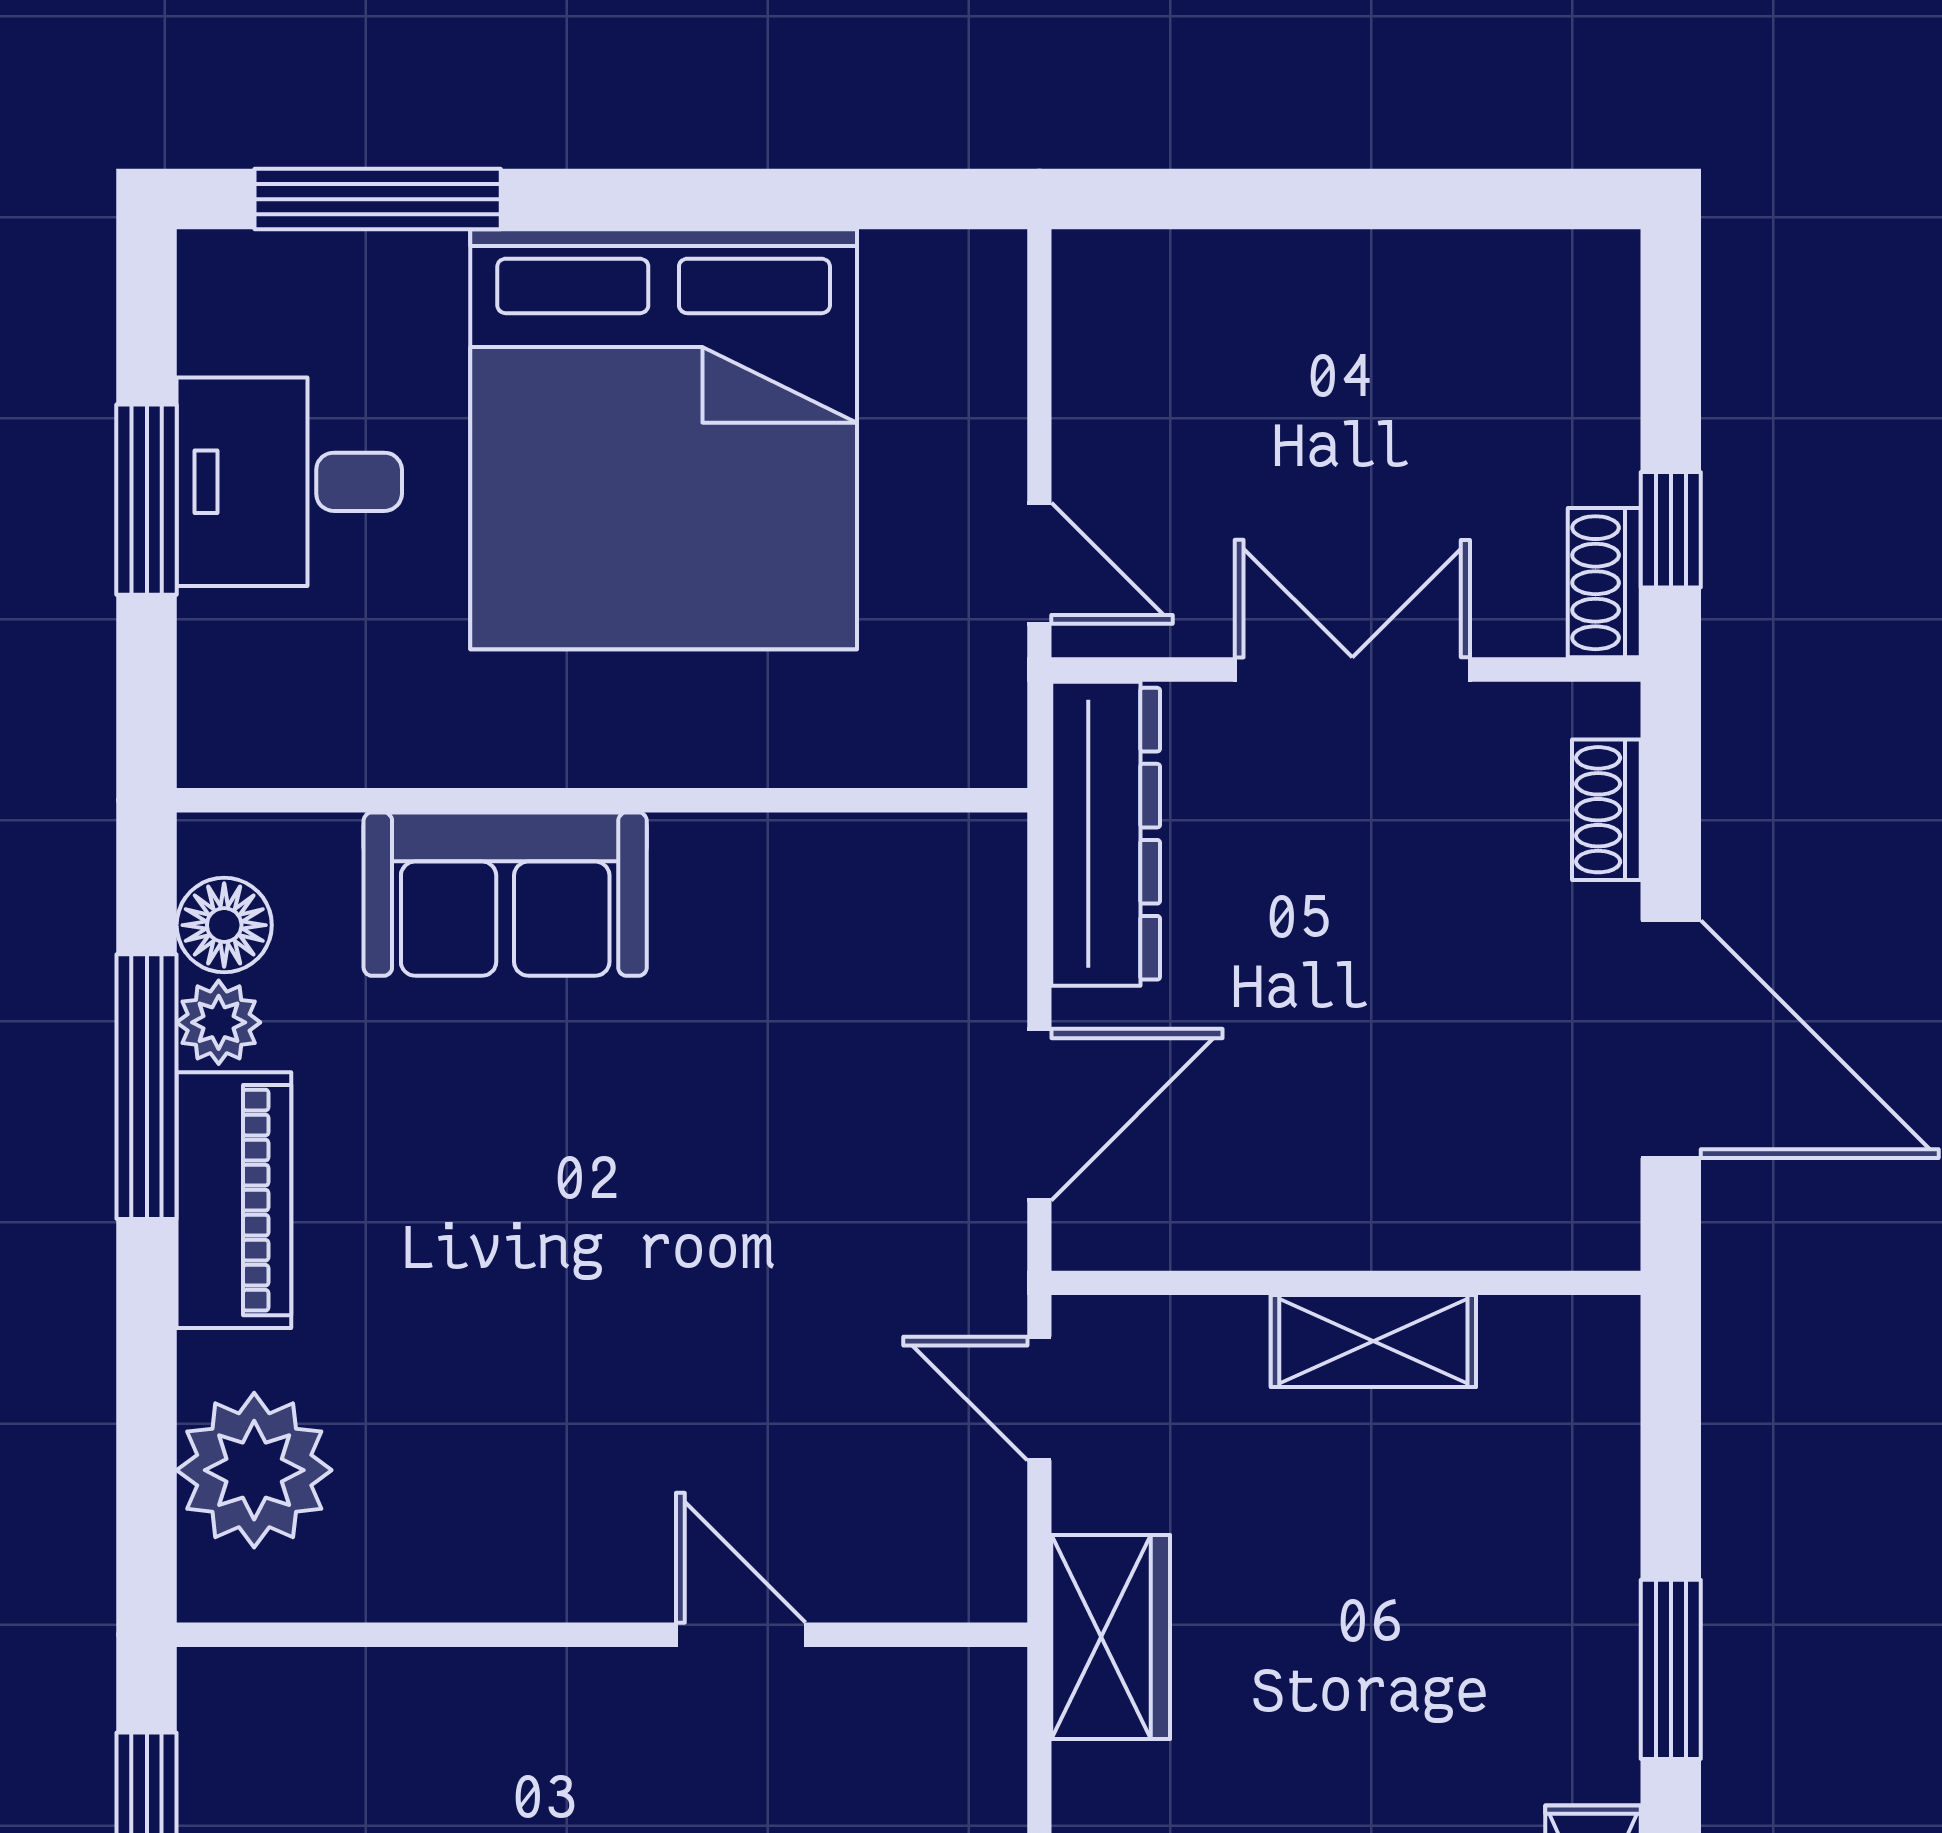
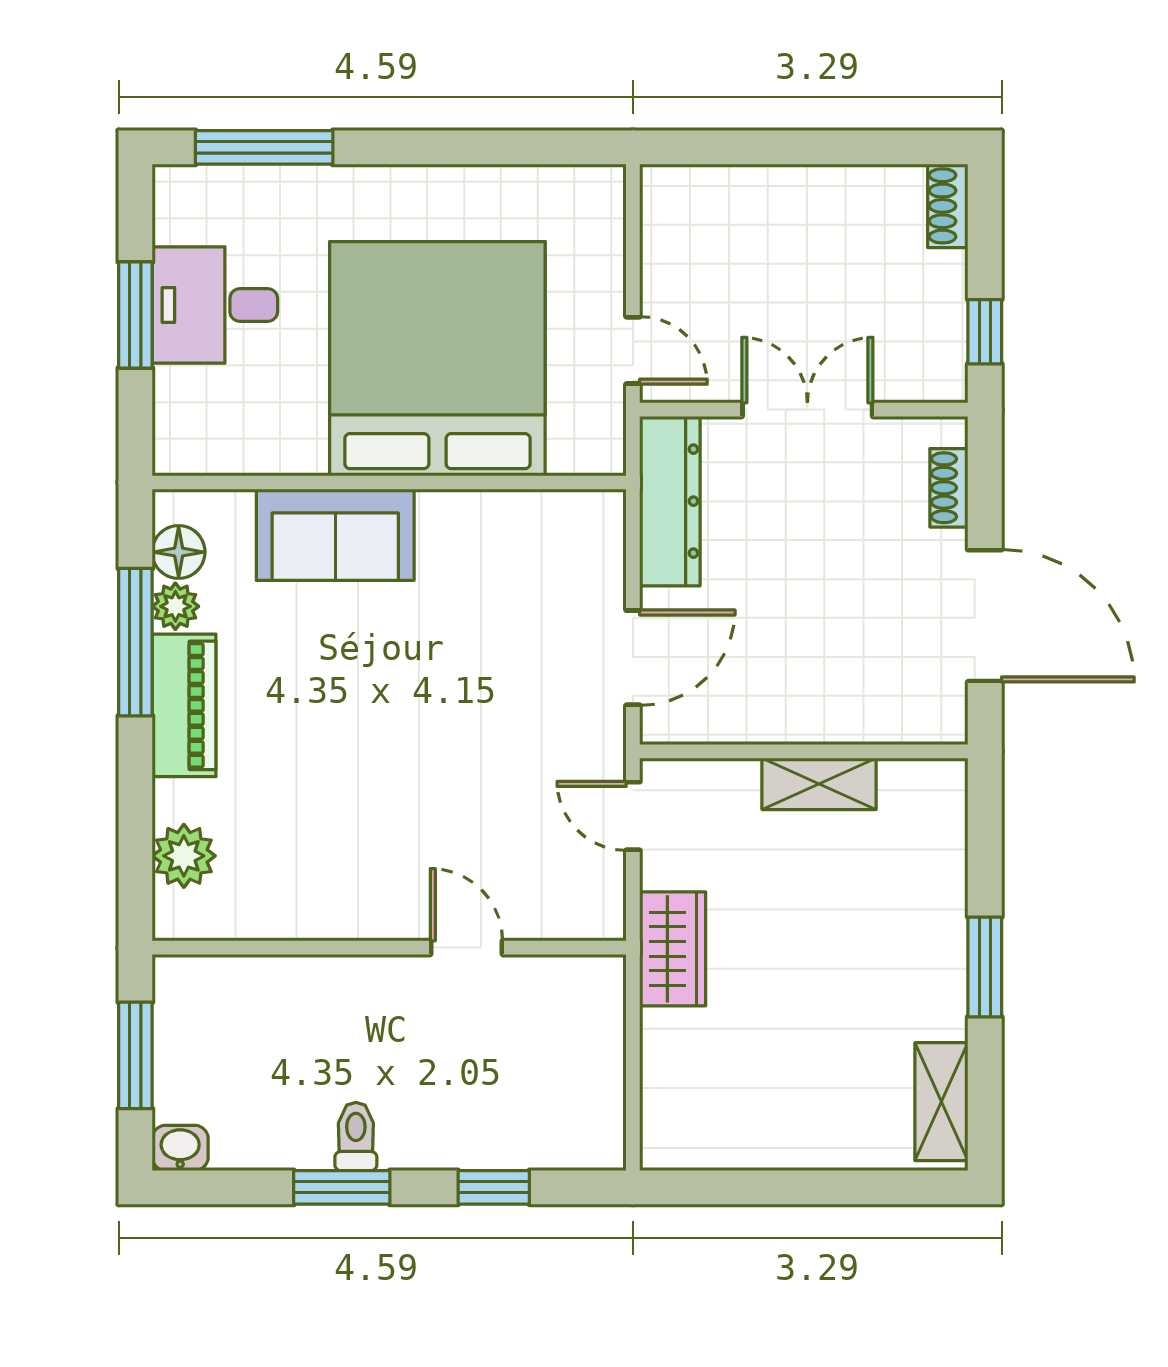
bed: (664, 439) -> (437, 359), moved, turned 180
shoe rack: (1604, 583) -> (948, 206), moved
plant: (254, 1470) -> (184, 856), width x0.73, depth x0.73

